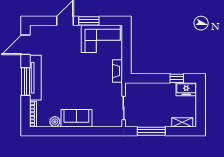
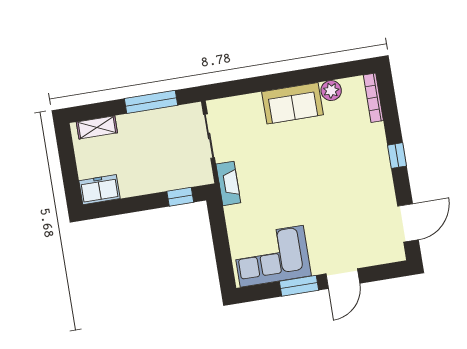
fireplace: (117, 71) -> (228, 183), moved
tv unit: (35, 78) -> (380, 165), removed
window: (177, 78) -> (180, 197), moved
window: (26, 81) -> (397, 156), width x0.46

